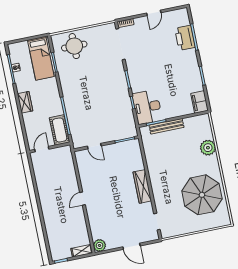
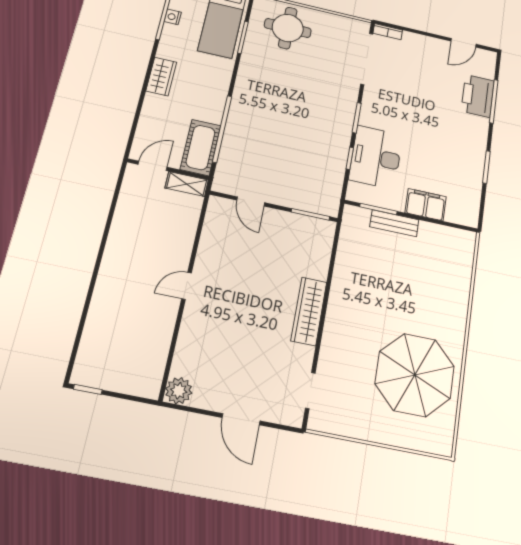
door: (154, 13) -> (463, 43), moved
filing cabinet: (200, 102) -> (426, 205), moved, turned 90
desk: (147, 107) -> (376, 157), moved
bench: (166, 126) -> (394, 223), width x0.73
plant: (208, 148) -> (455, 292), removed
shelving: (82, 251) -> (187, 184), moved

